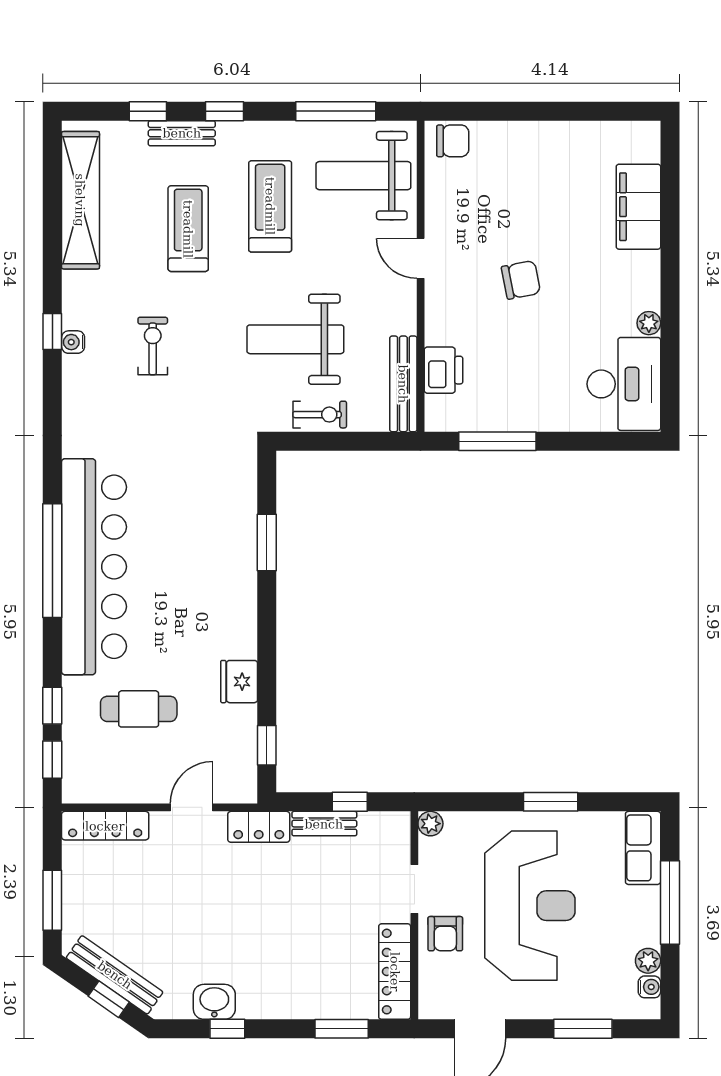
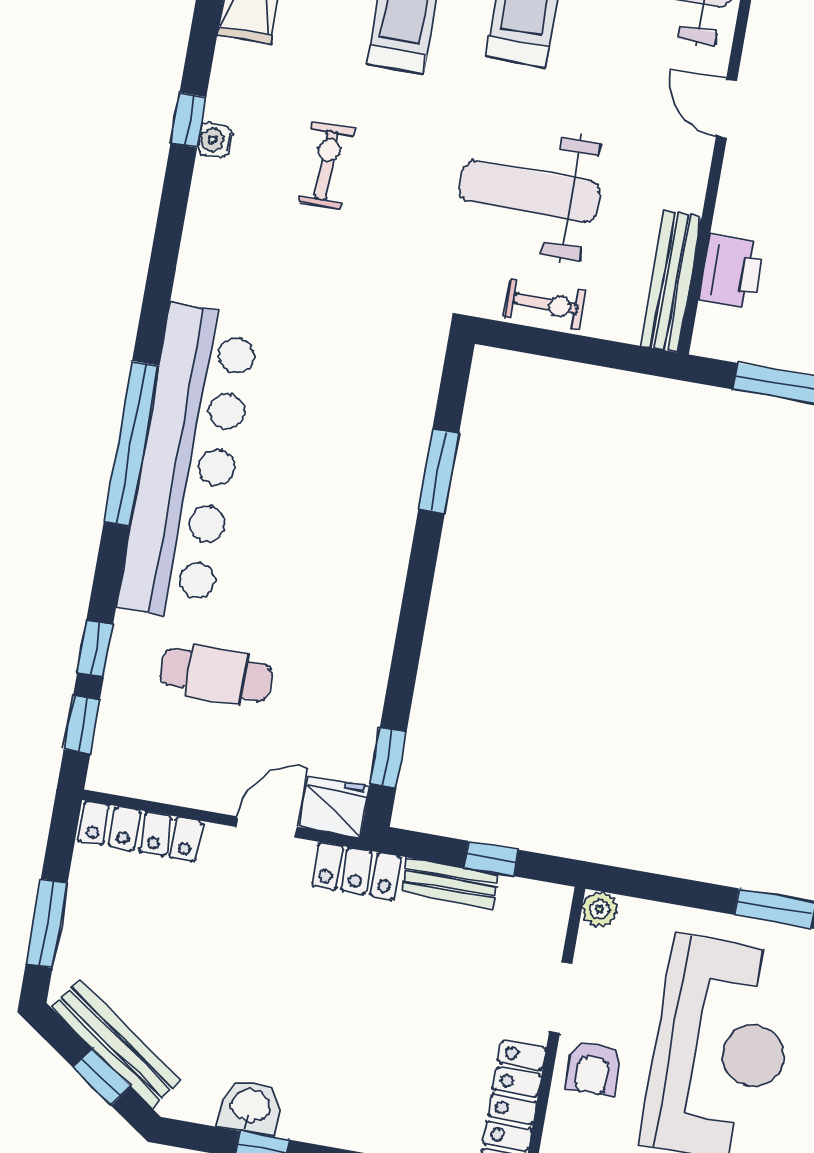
fridge: (239, 682) -> (335, 807), moved, turned 90

